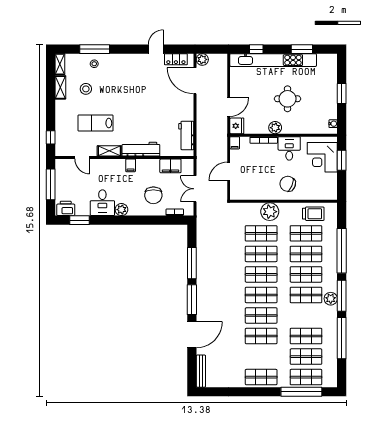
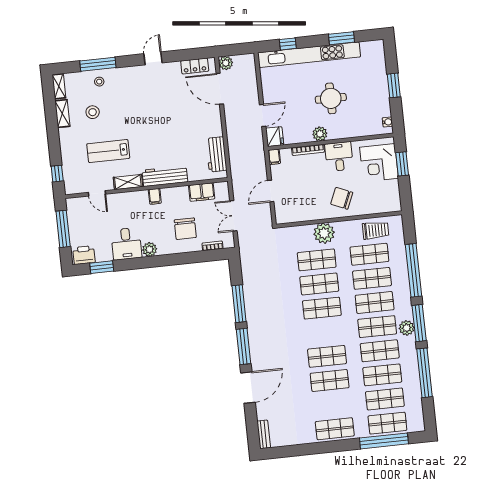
door: (156, 49) -> (153, 58), moved
shop shelf: (261, 295) -> (380, 351), moved
bench: (201, 371) -> (264, 434), width x0.73

